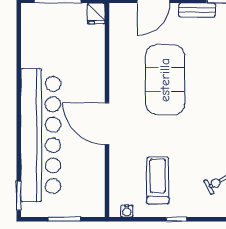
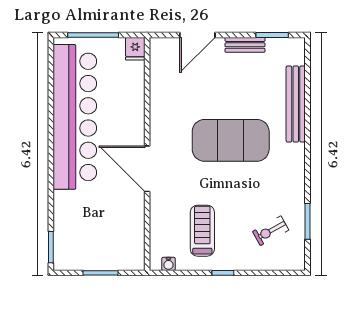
exercise mat: (165, 80) -> (231, 140), moved, turned 90
bar counter: (41, 135) -> (75, 117), moved

